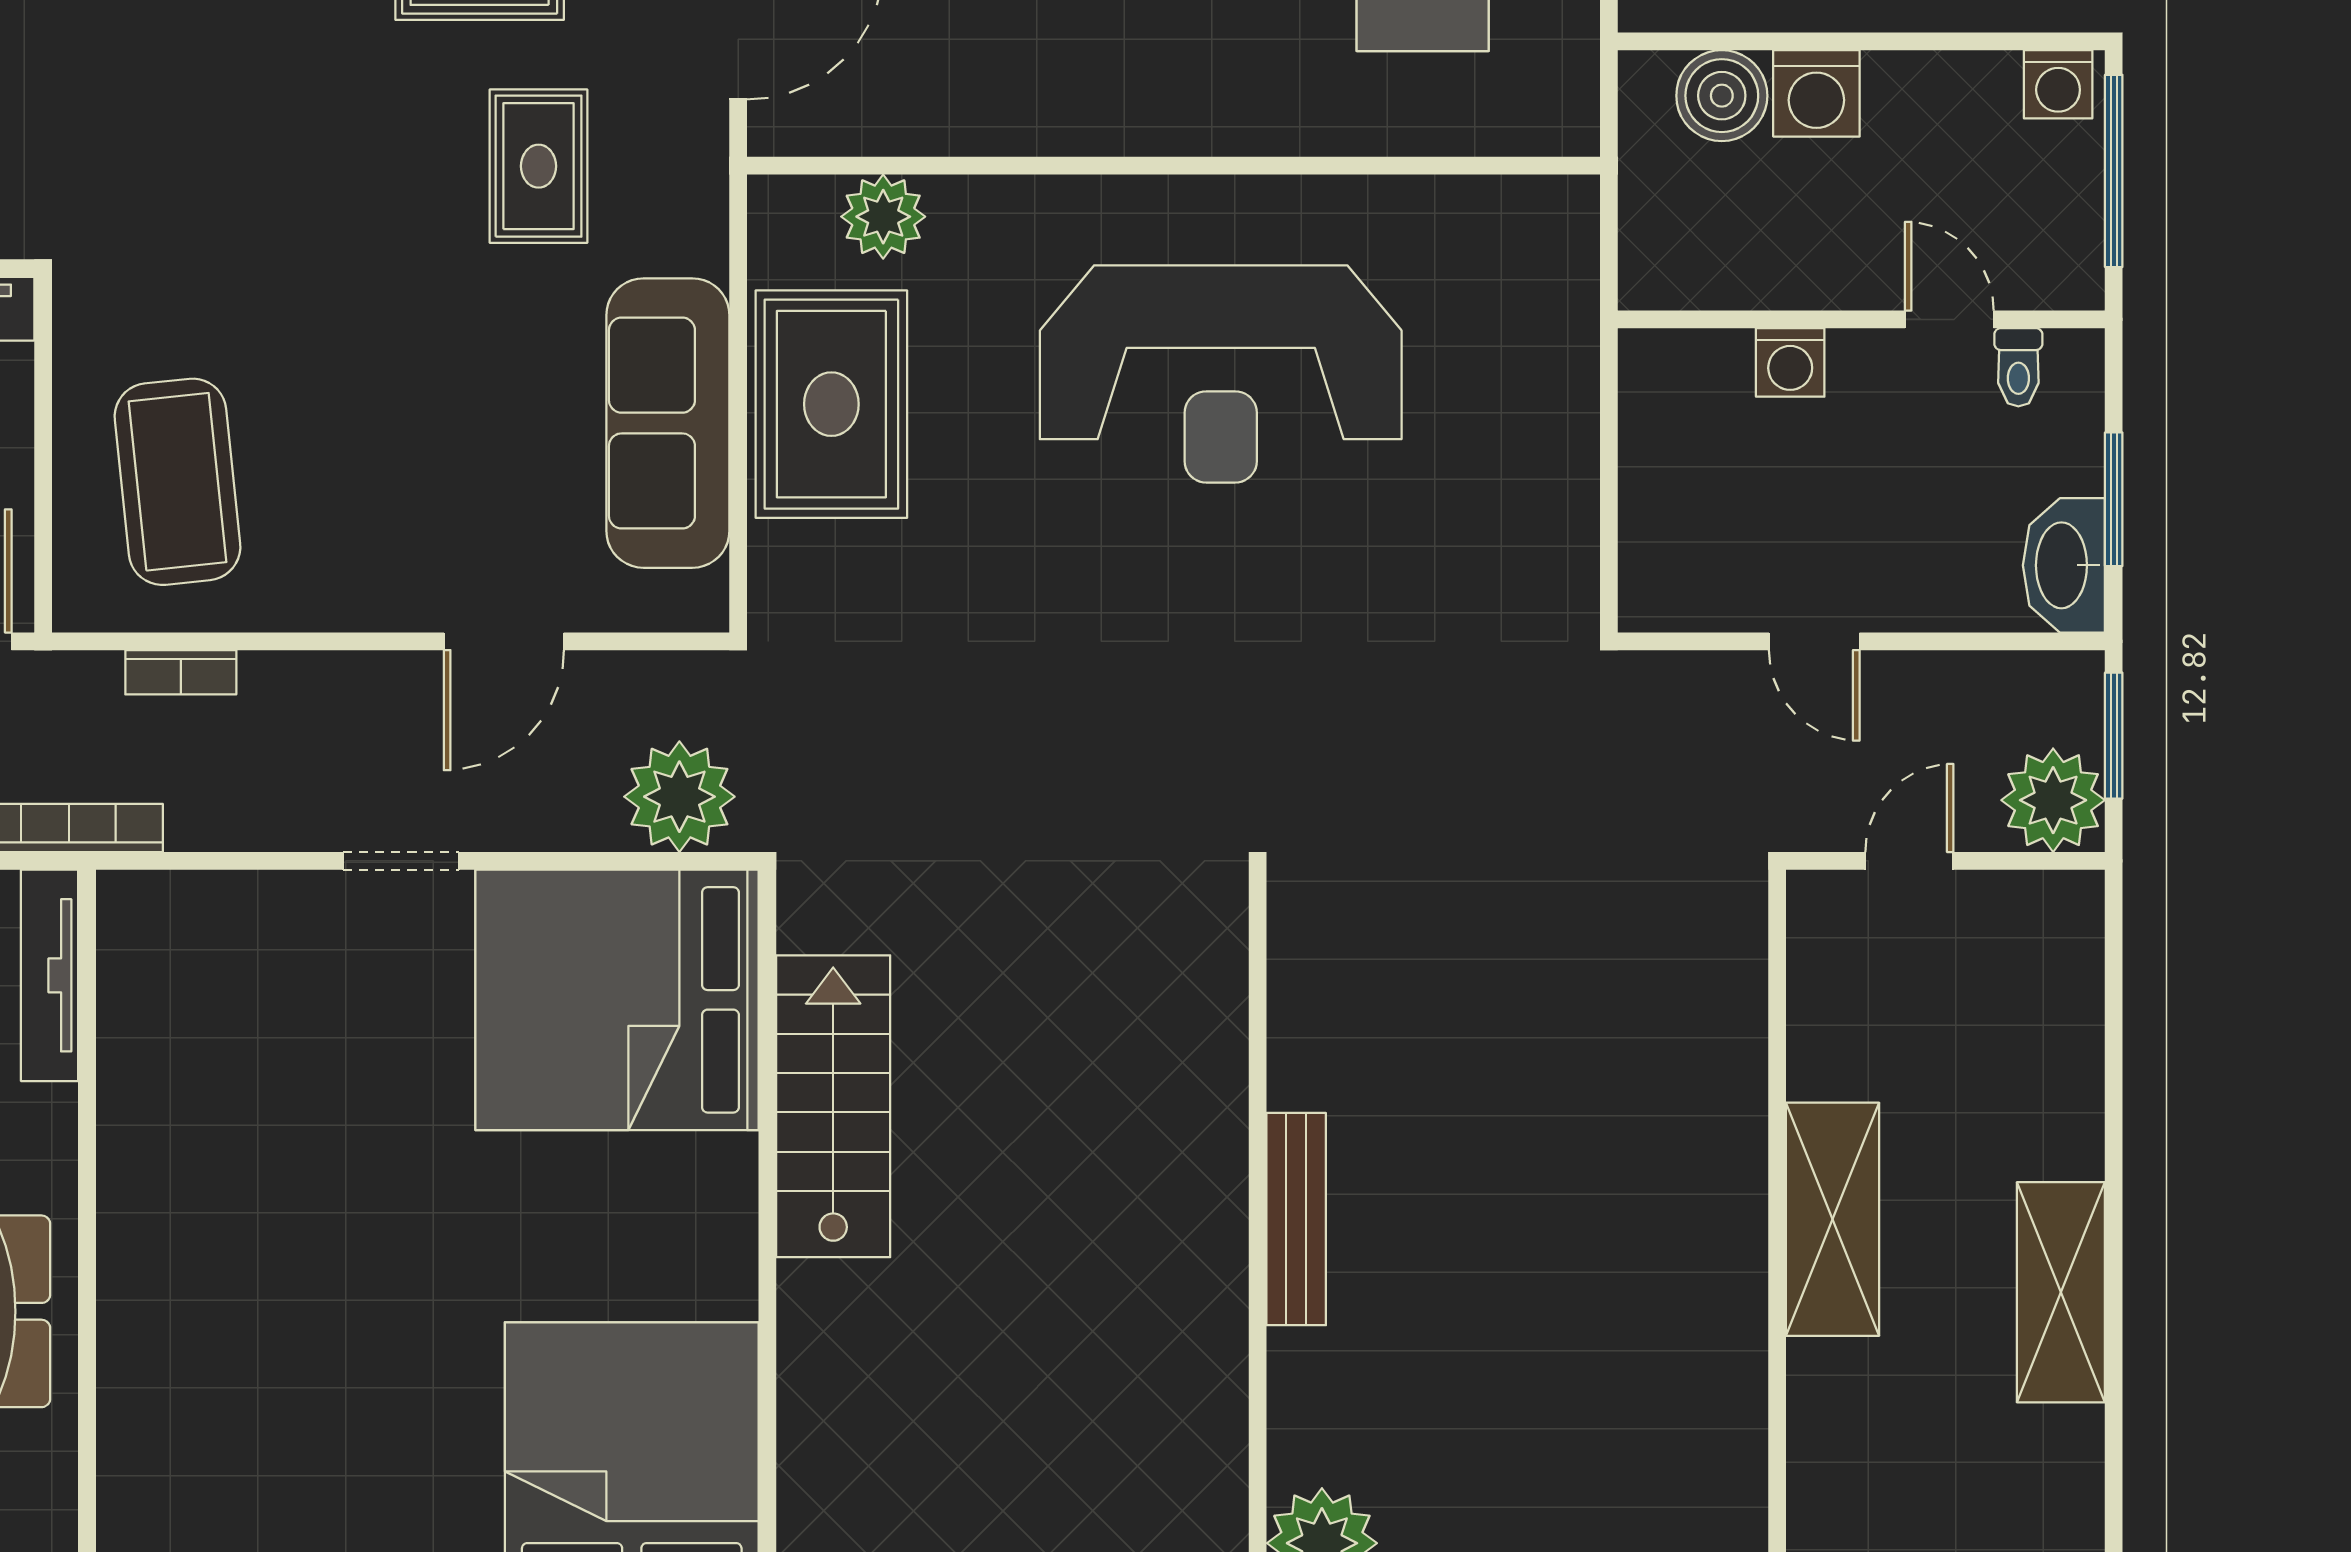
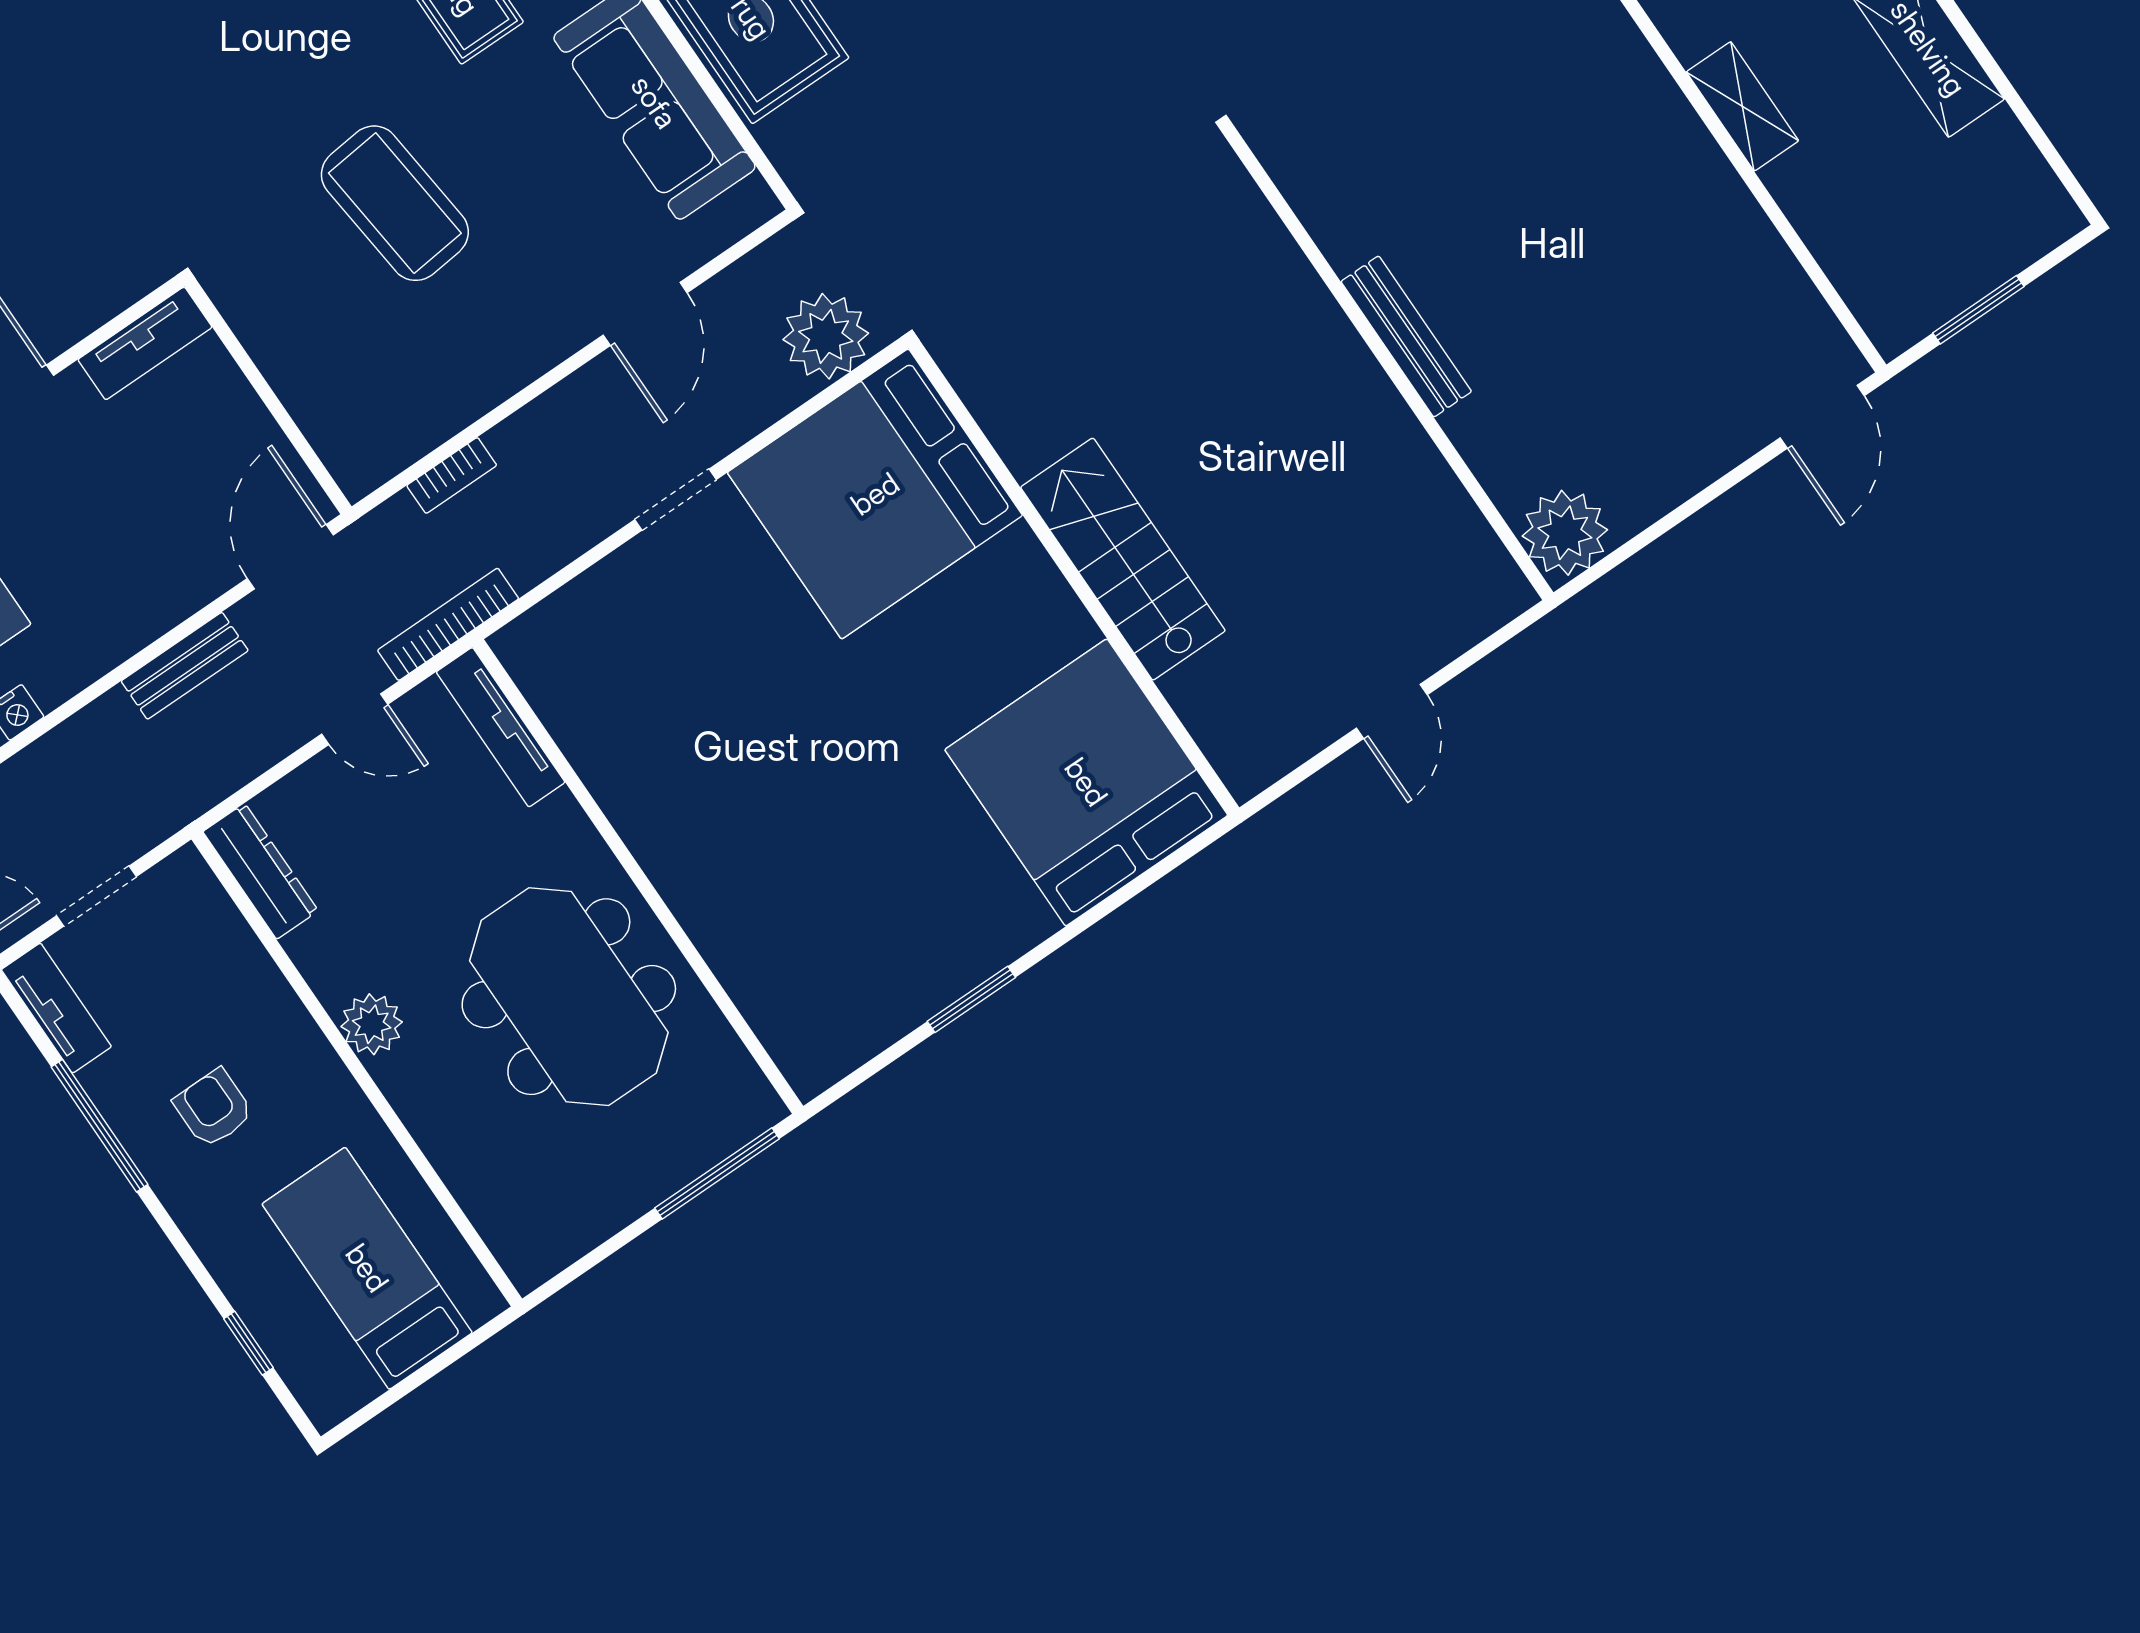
coffee table: (177, 482) -> (395, 203), moved
stairs: (833, 1106) -> (1123, 559), moved
shelving: (1833, 1219) -> (1742, 106), width x0.67, depth x0.75

